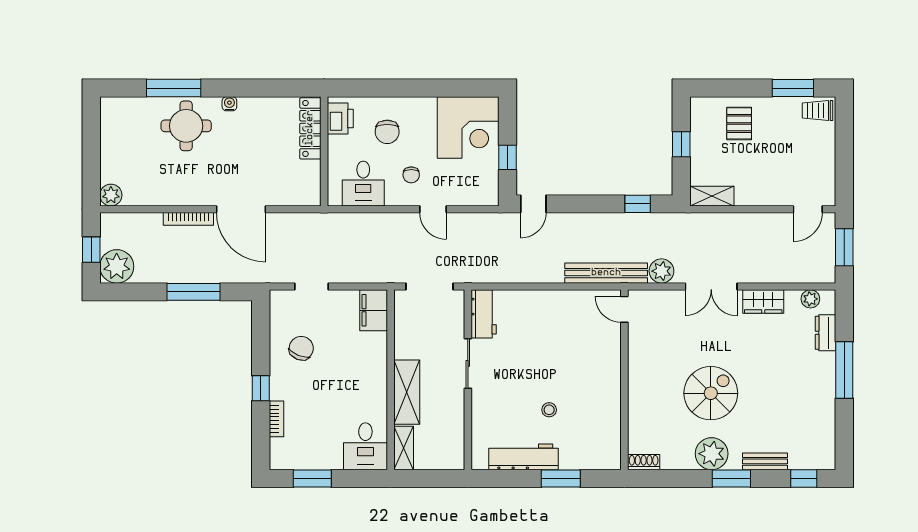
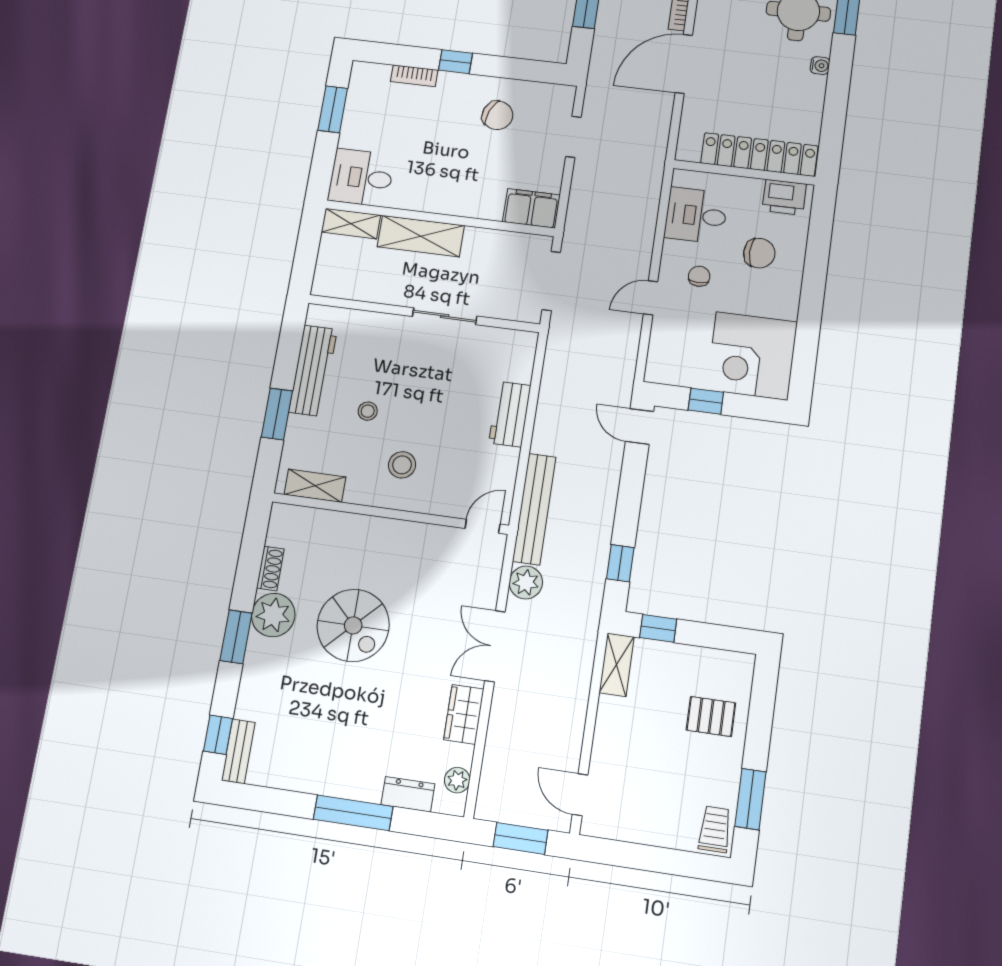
locker: (310, 128) -> (759, 155), width x1.41, depth x1.21
chair: (387, 132) -> (759, 253), turned 180
window: (681, 144) -> (658, 628), moved
chair: (411, 175) -> (699, 276), turned 90
workbench: (484, 314) -> (510, 414), moved, turned 90
stool: (587, 377) -> (402, 465), added
shelving: (611, 440) -> (315, 486), added
bench: (765, 461) -> (238, 751), moved
shoe rack: (644, 462) -> (270, 569), moved

